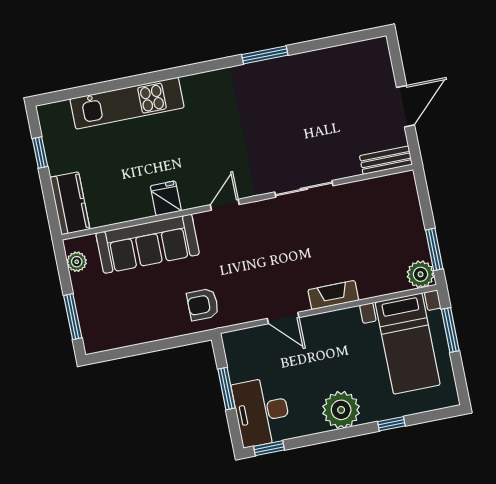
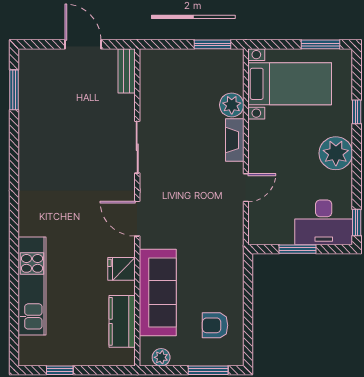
window: (265, 55) -> (14, 90), moved
kitchen counter: (70, 203) -> (122, 321), moved, turned -90
door: (225, 205) -> (137, 219), width x1.38
plant: (420, 274) -> (232, 105), moved
armchair: (203, 304) -> (215, 325), moved, turned 90
window: (450, 330) -> (321, 44), moved

